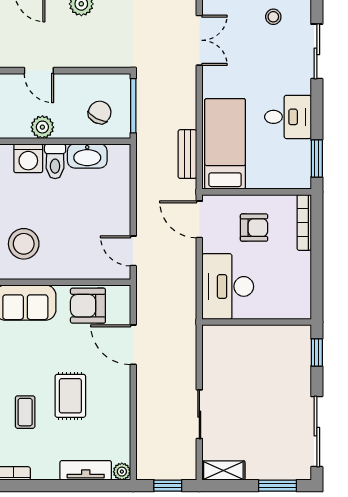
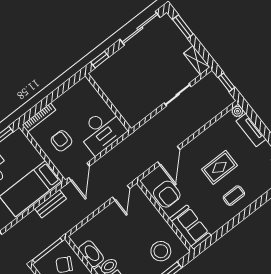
coffee table: (25, 412) -> (234, 196), moved

